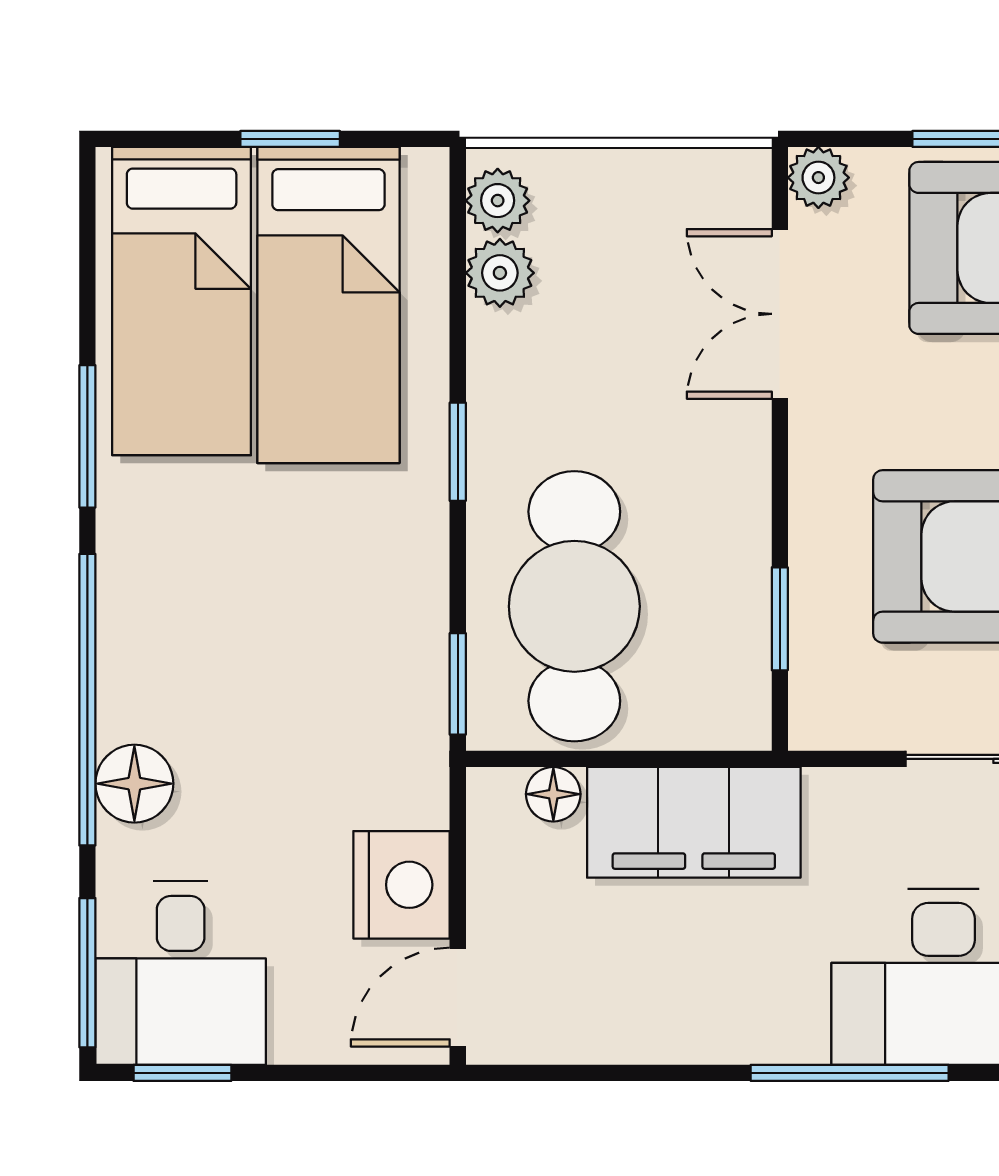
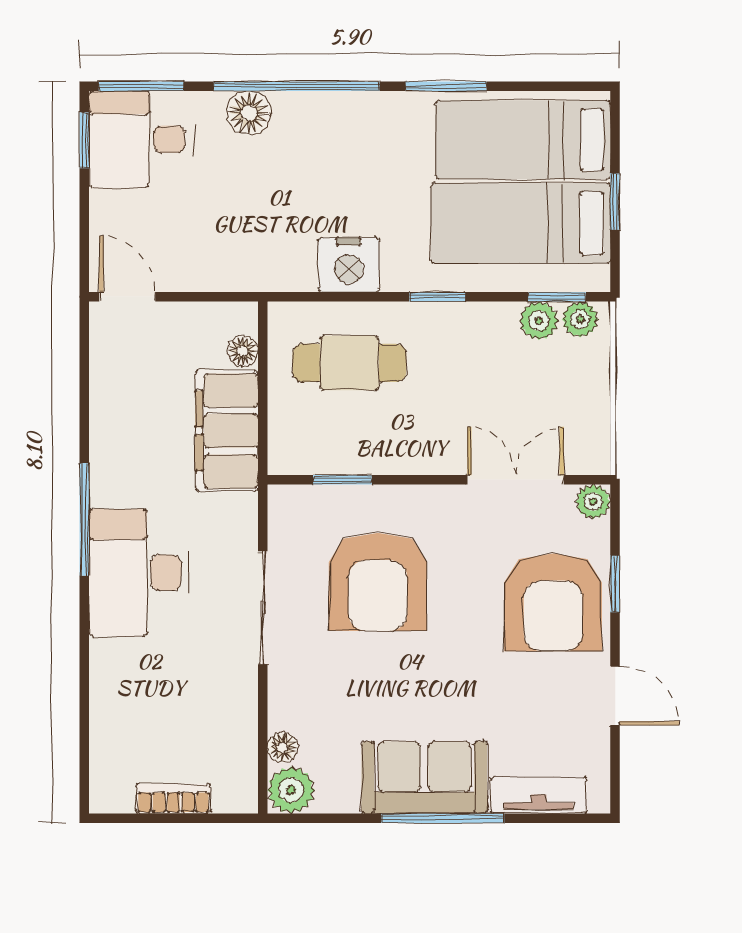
cafe table: (574, 606) -> (349, 363), width x0.73, depth x0.74
window: (458, 684) -> (557, 297), moved
nightstand: (402, 885) -> (349, 265), moved

